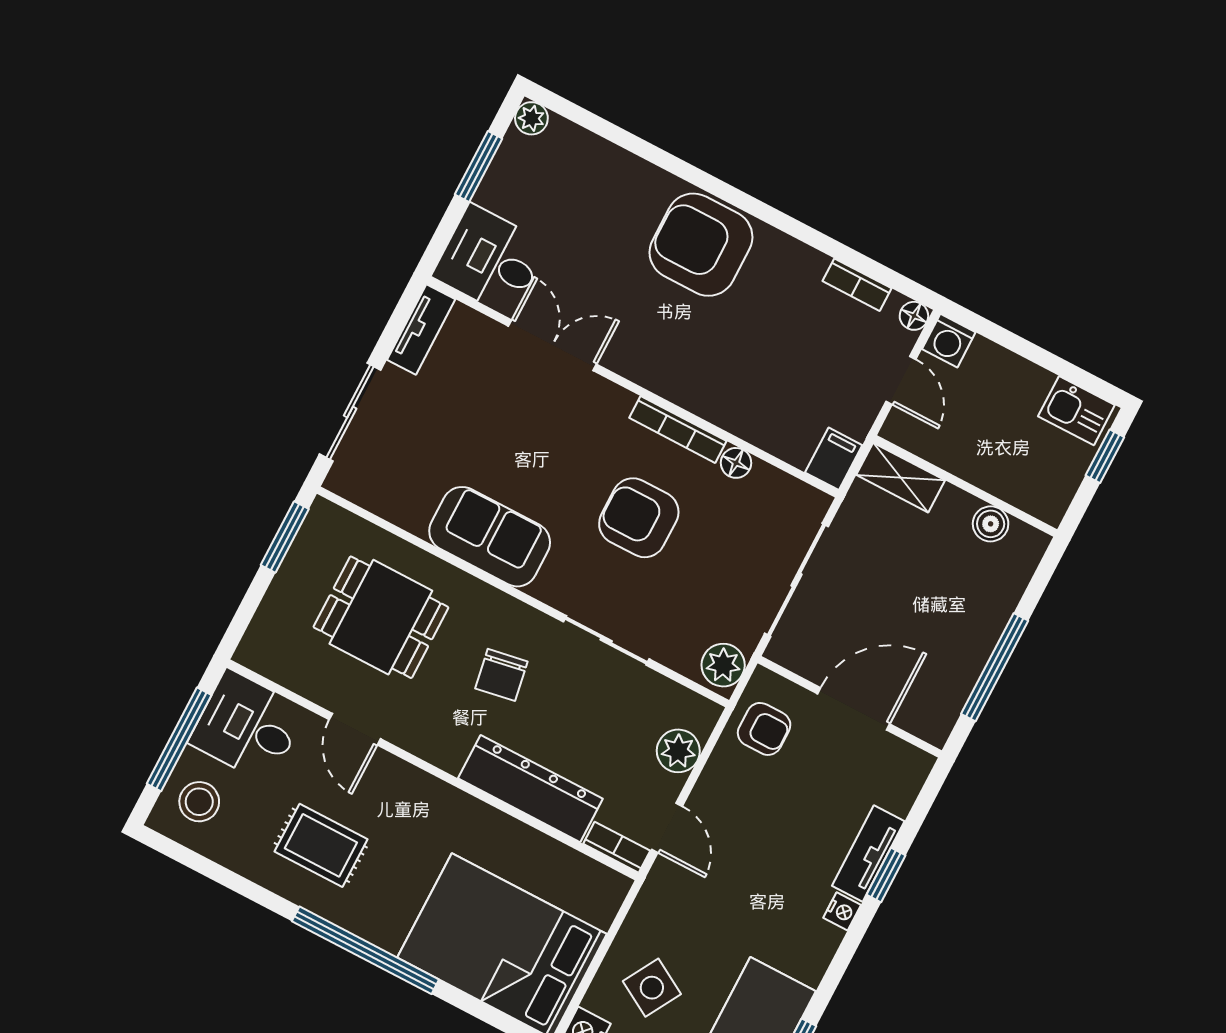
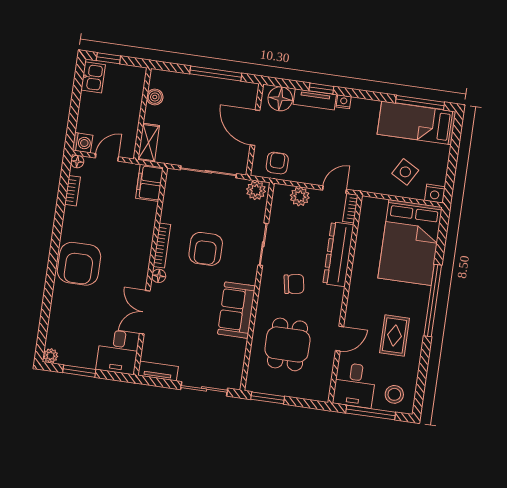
filing cabinet: (834, 459) -> (150, 183), width x2.00
floor lamp: (736, 463) -> (159, 276), moved
floor lamp: (895, 782) -> (280, 99), added

